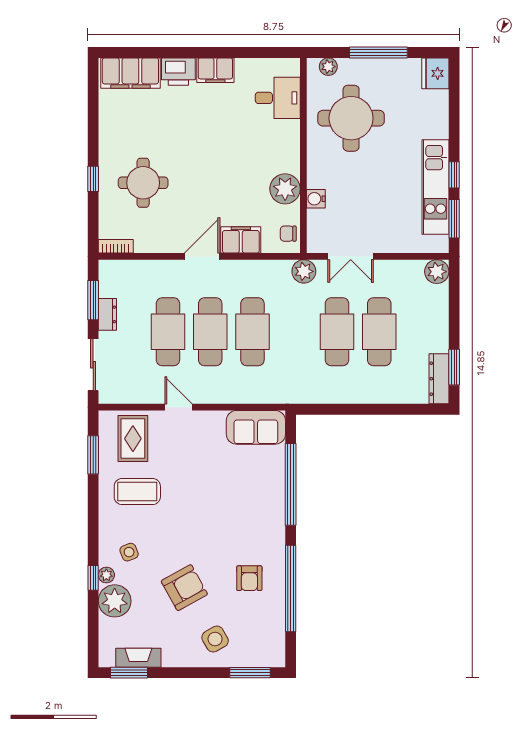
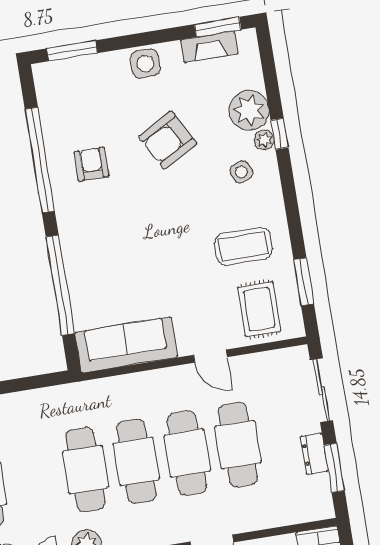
cafe table: (337, 332) -> (85, 470), moved
sofa: (256, 427) -> (126, 345), width x1.36
side table: (215, 639) -> (145, 64), moved, turned 30

